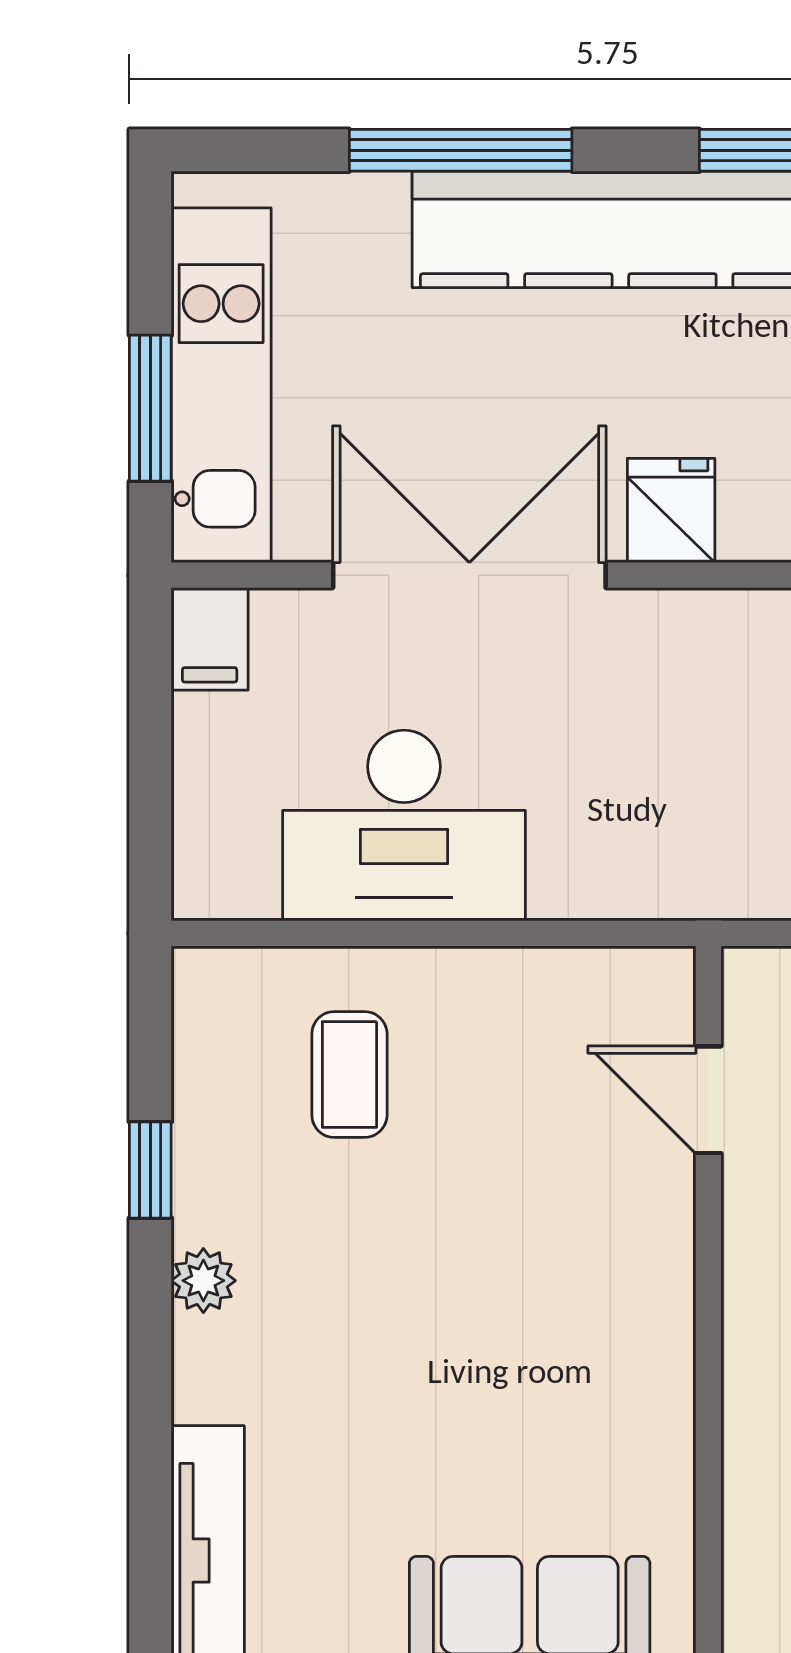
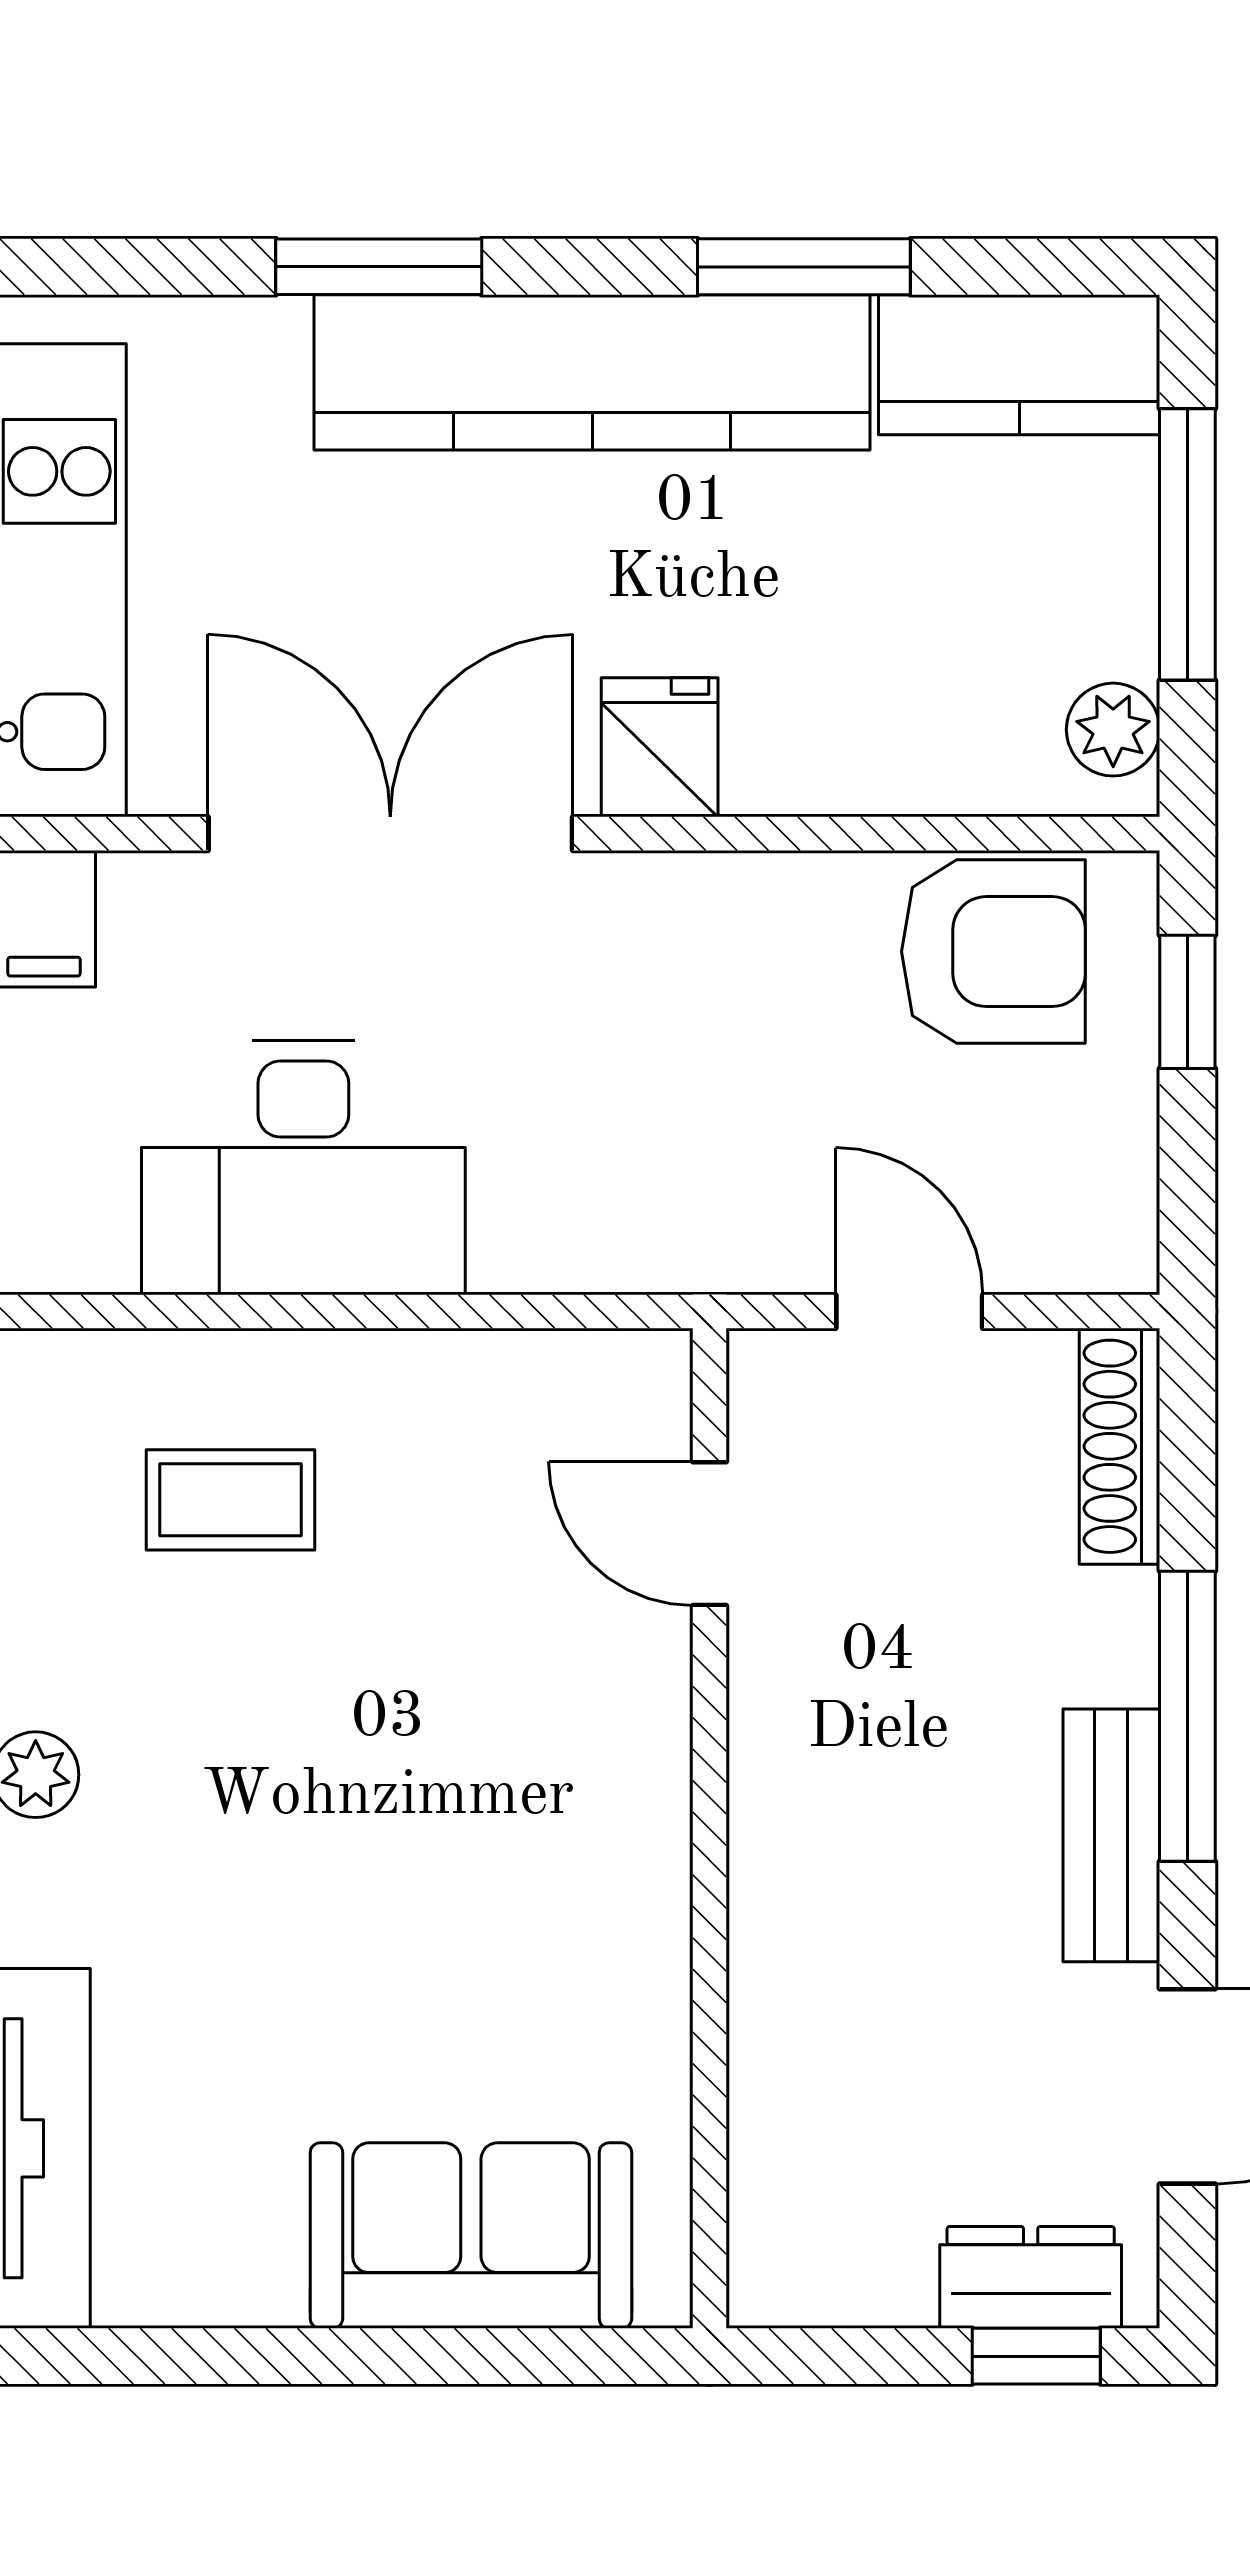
window: (461, 150) -> (379, 267), width x0.69
coffee table: (349, 1074) -> (231, 1500), turned 90

